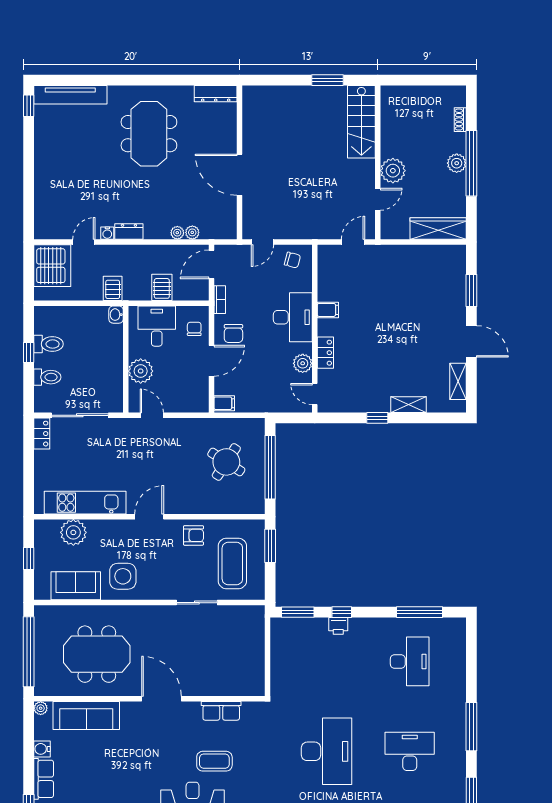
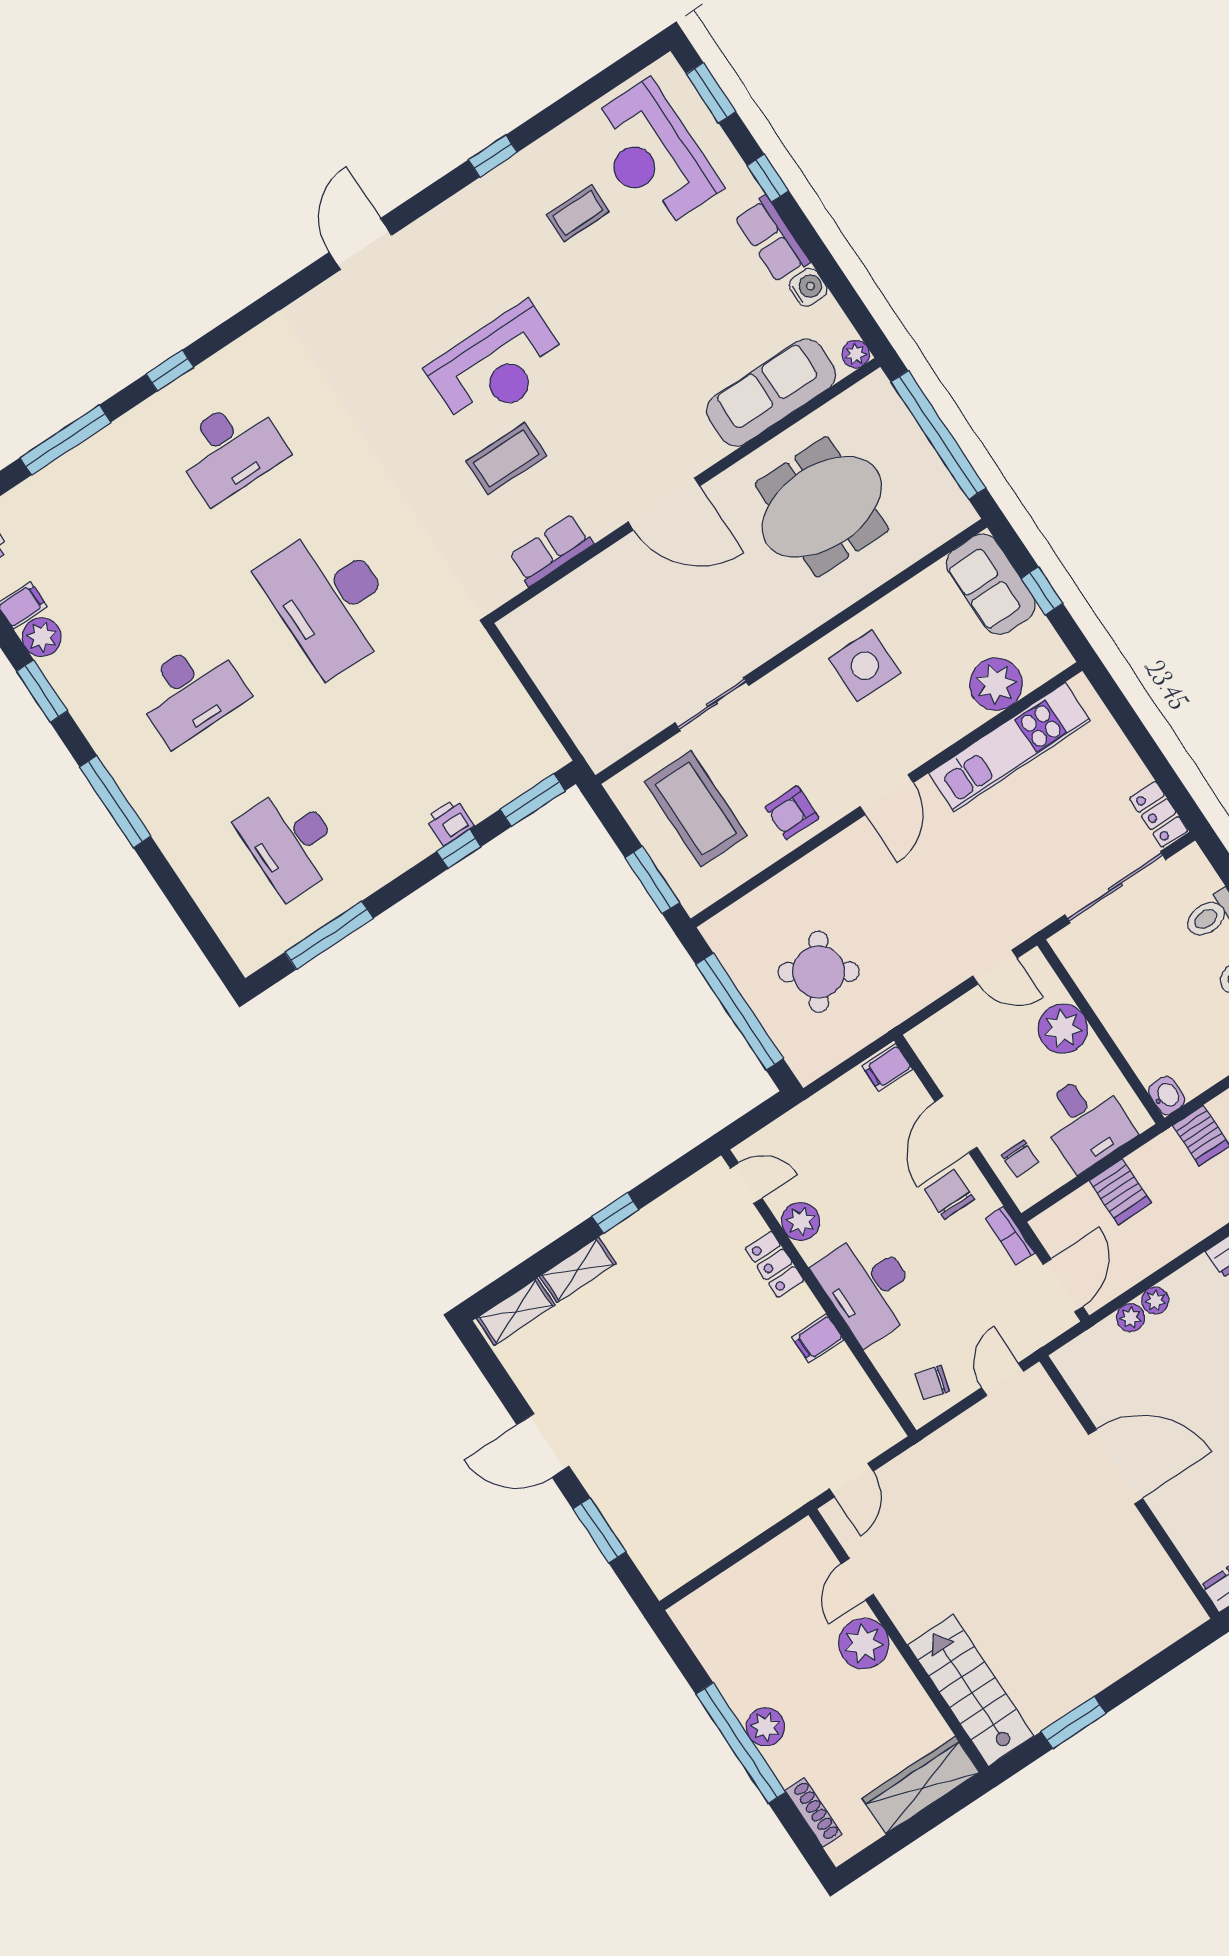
shoe rack: (460, 120) -> (814, 1812), width x1.43
wardrobe: (438, 229) -> (921, 1785), moved, turned 180
shelving: (458, 381) -> (516, 1312), moved, turned 90
sofa: (76, 586) -> (991, 584), moved, turned 90

